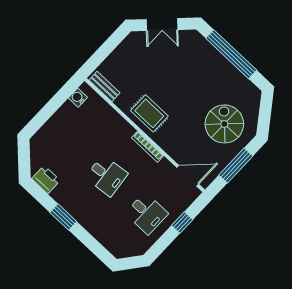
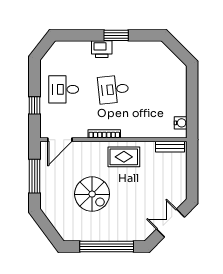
spiral stairs: (224, 124) -> (92, 194), moved
printer: (46, 180) -> (102, 49), moved

